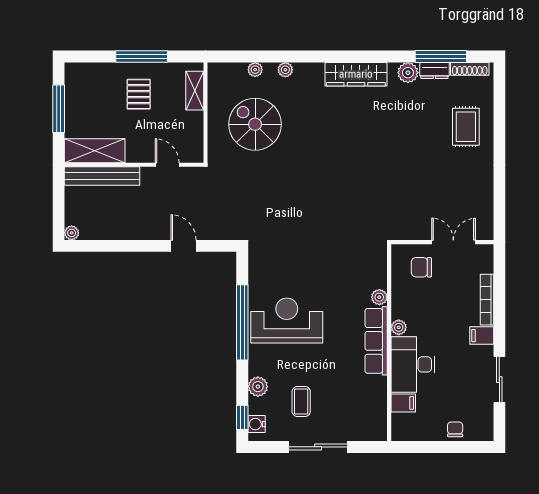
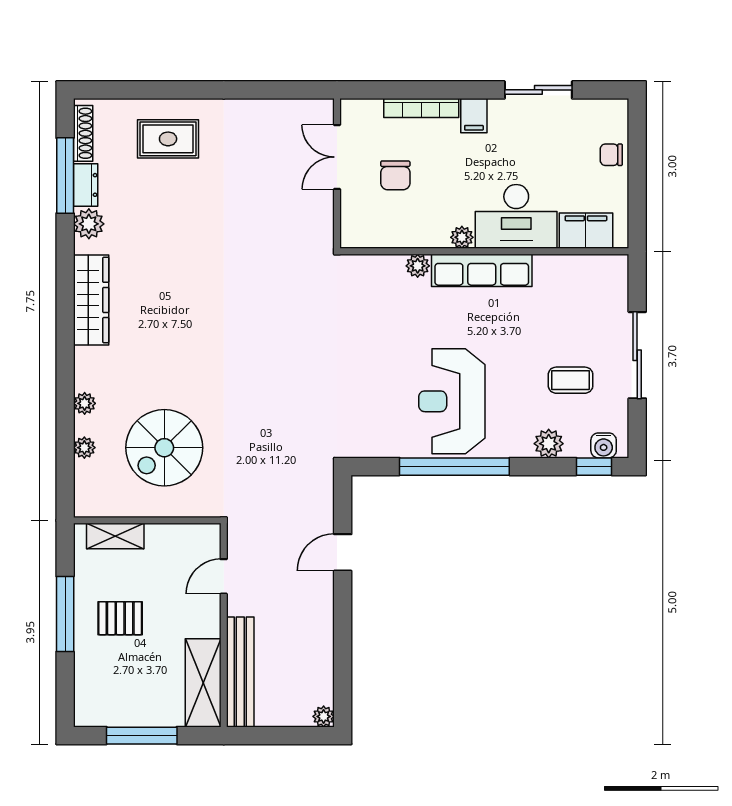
chair: (421, 267) -> (395, 175), moved
filing cabinet: (403, 403) -> (586, 231), width x2.00

